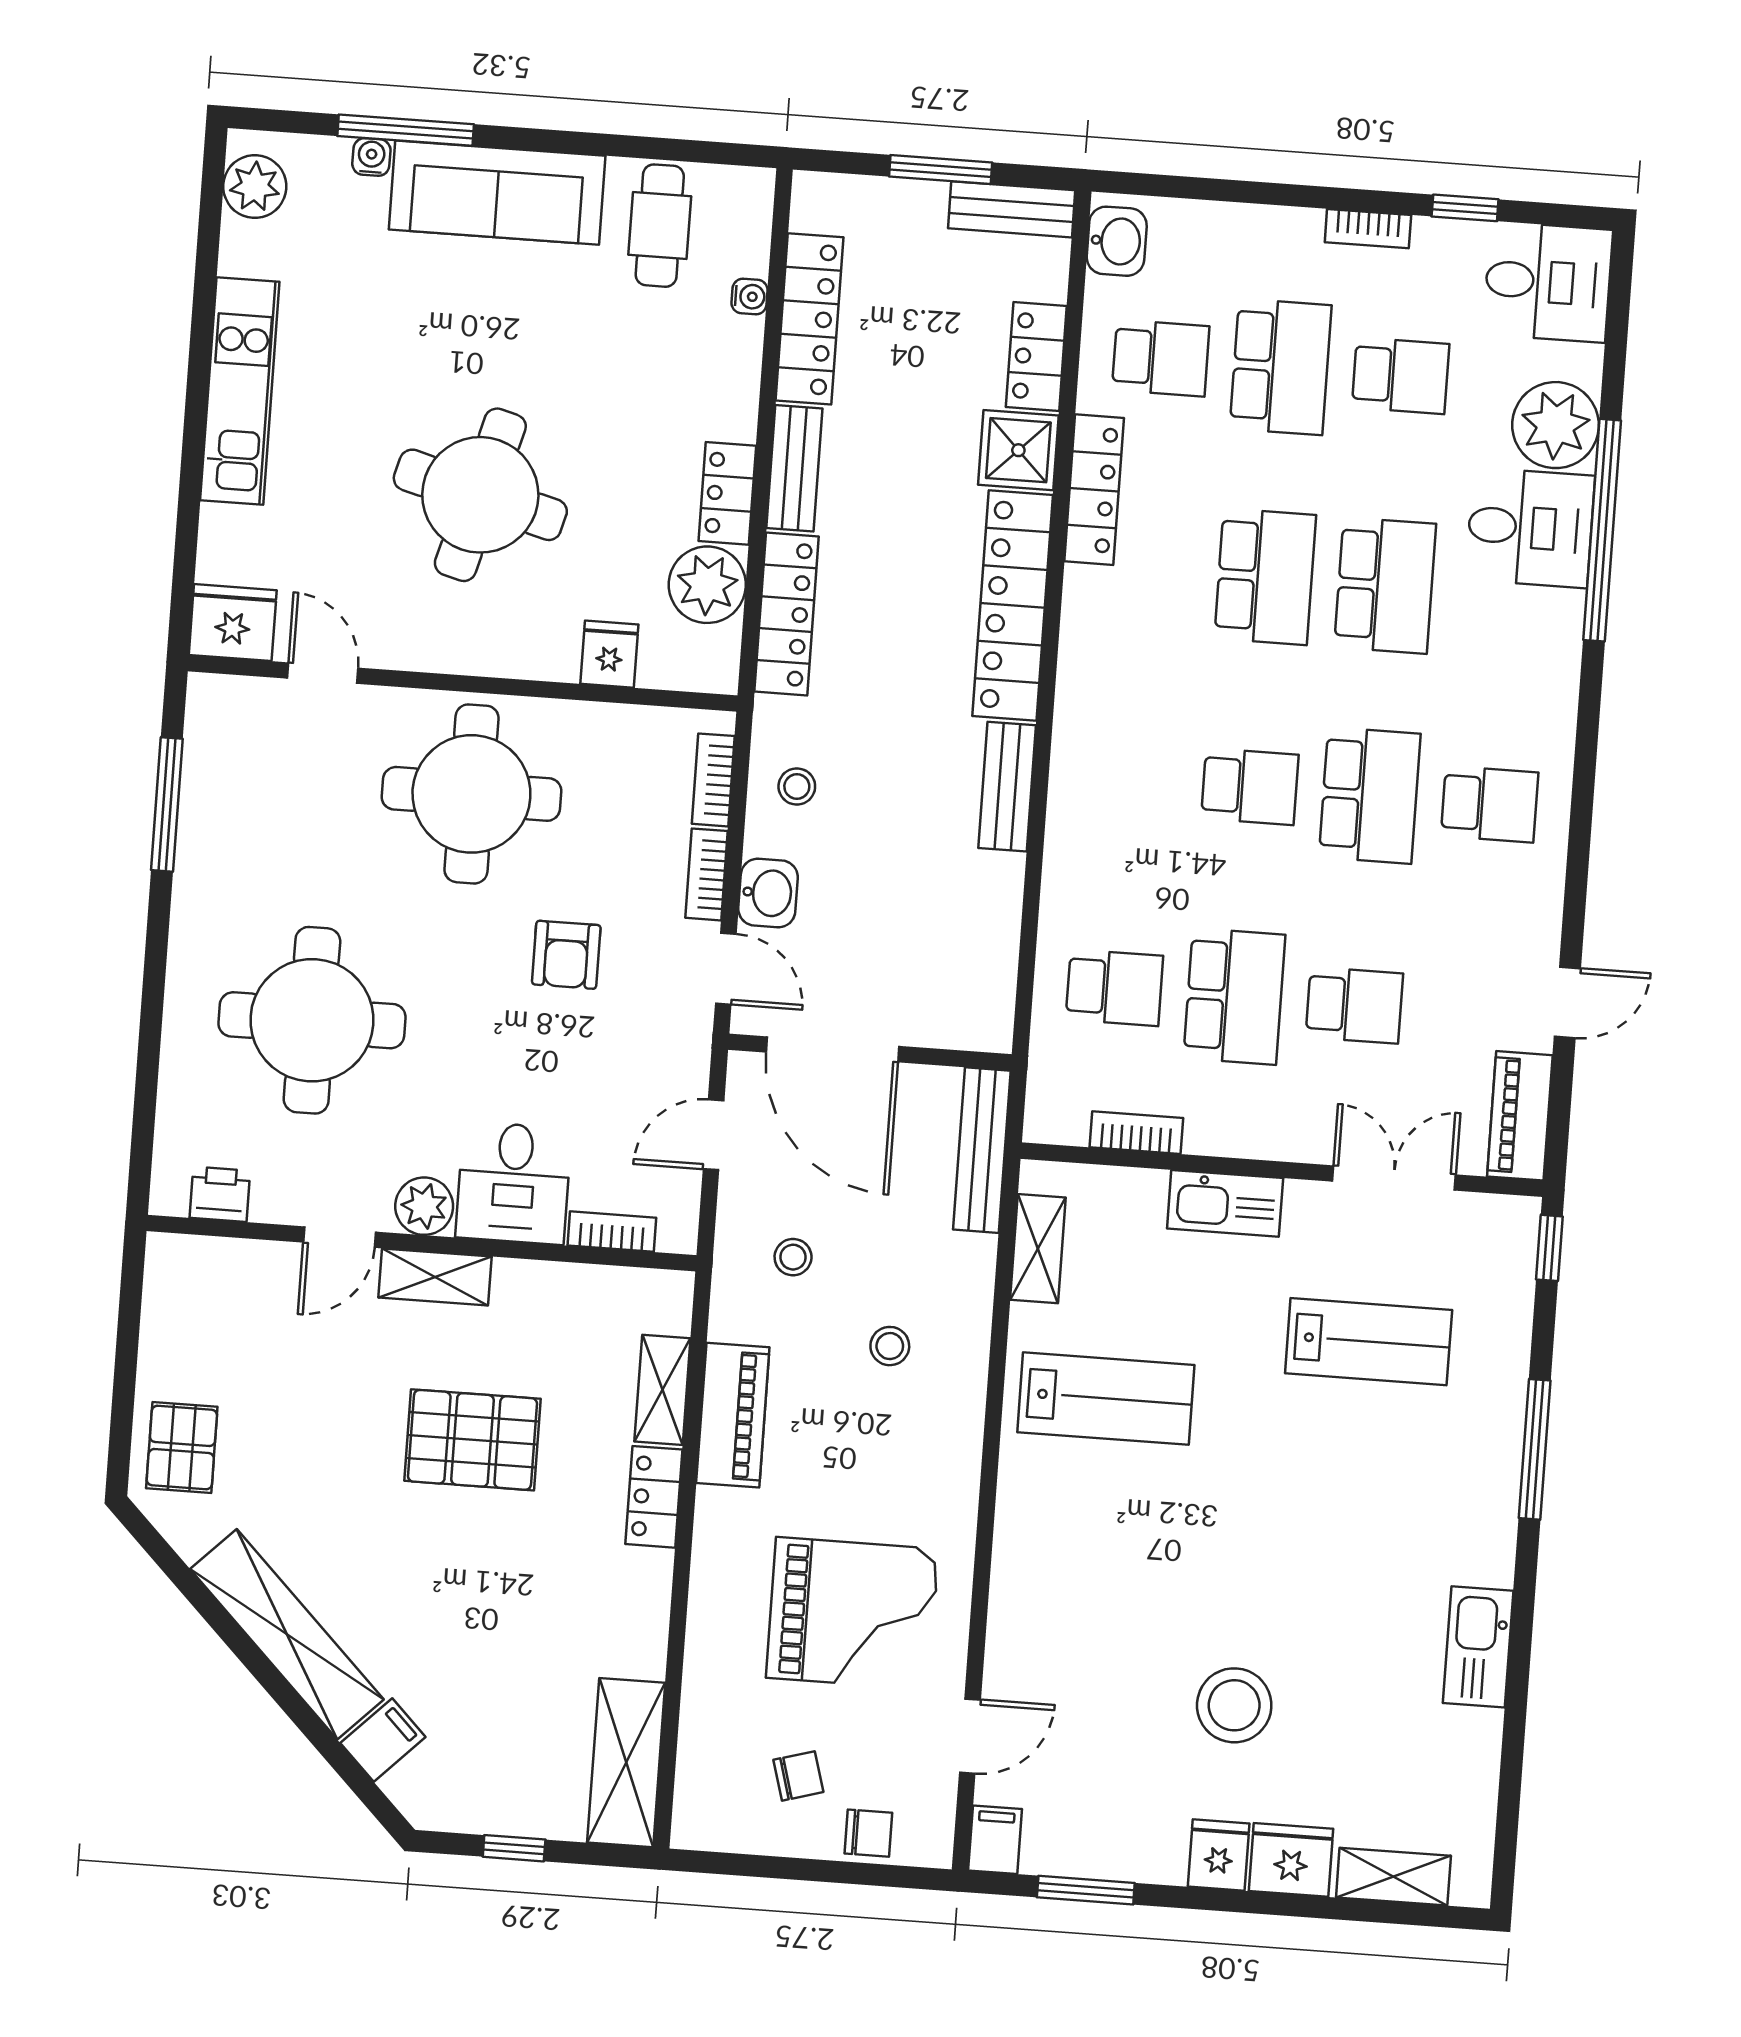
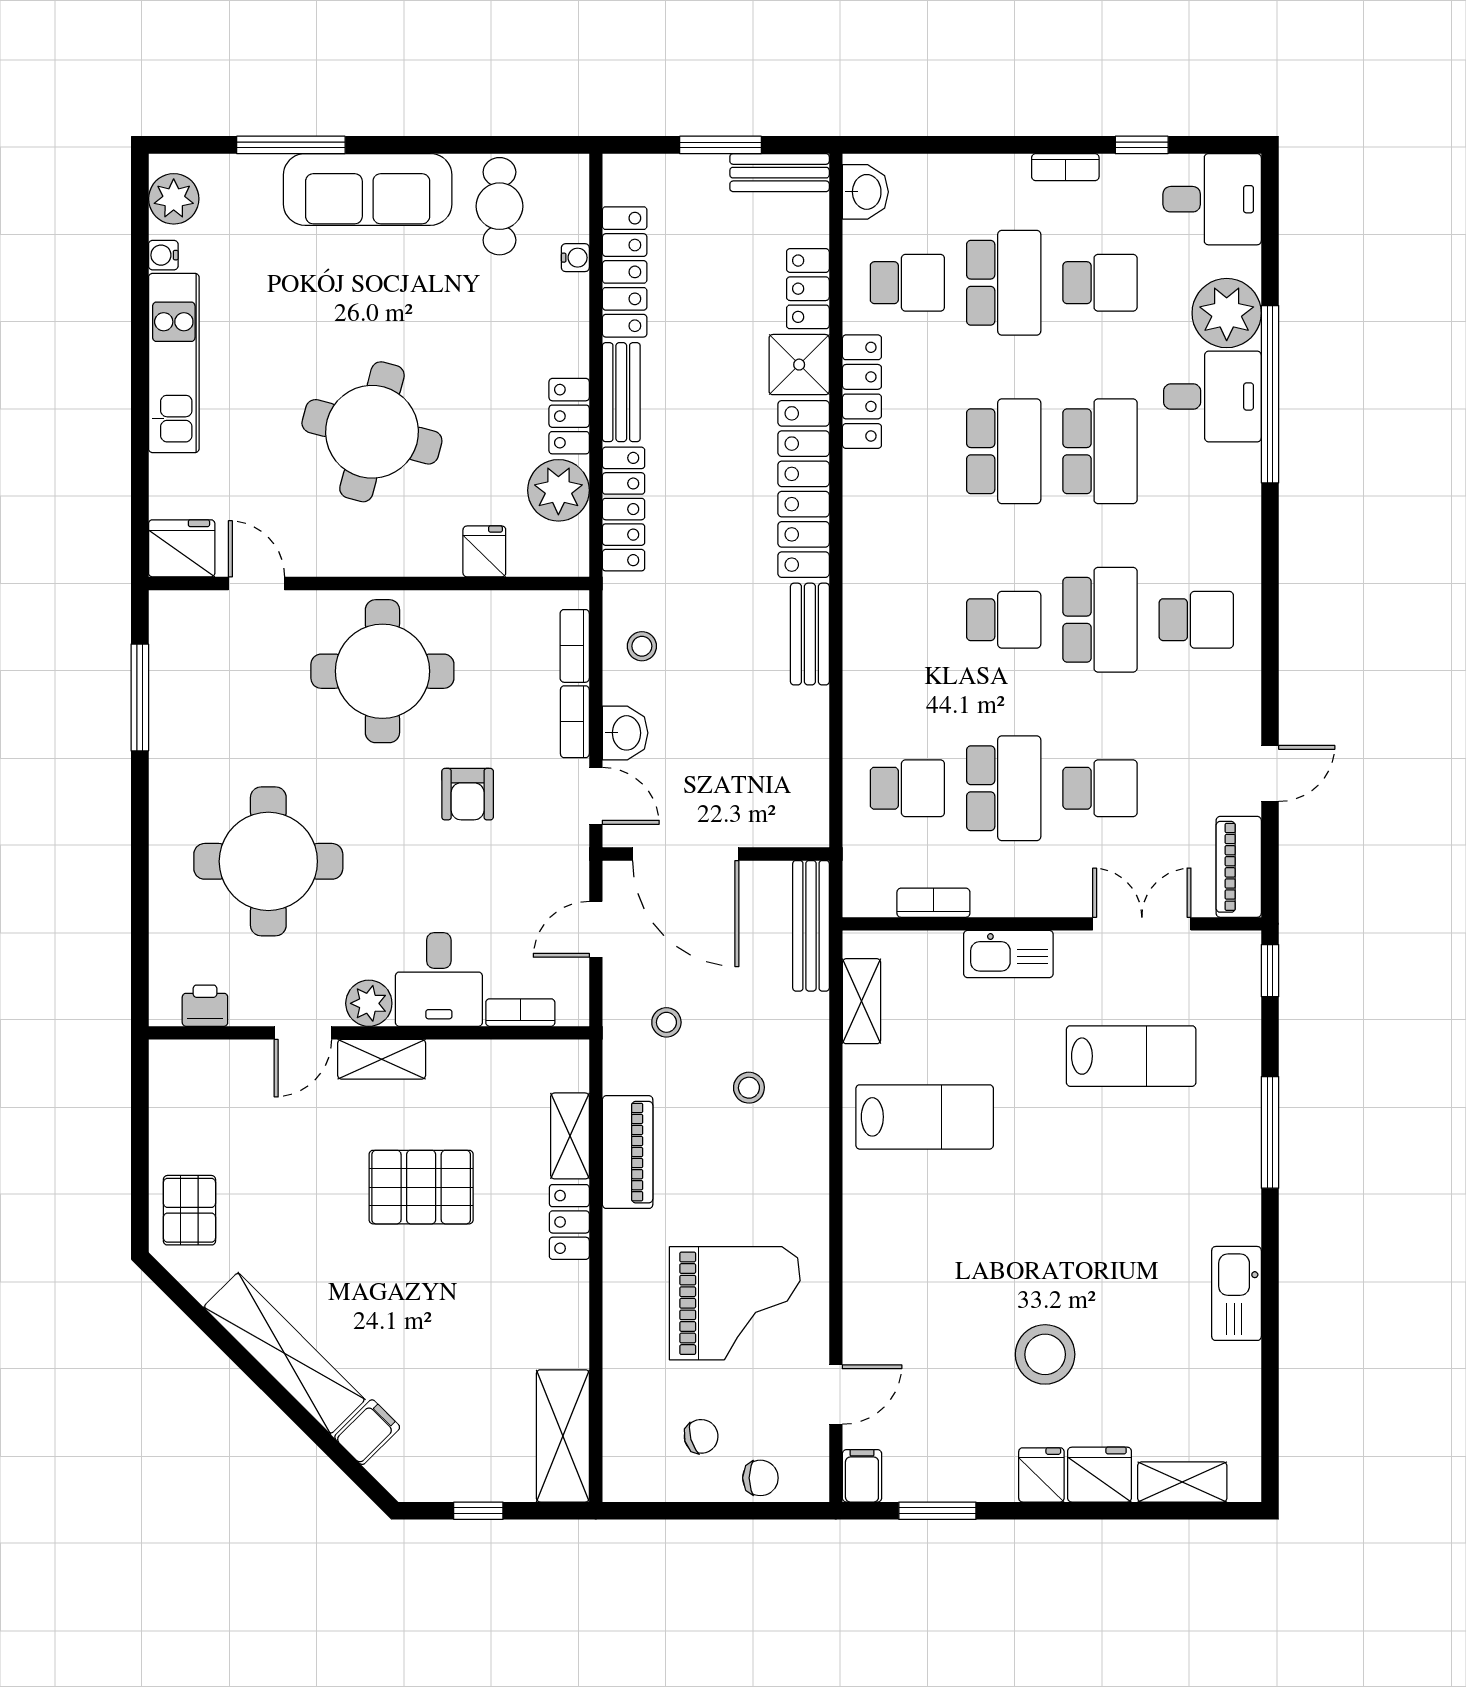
water cooler: (371, 157) -> (163, 255), moved, turned -90

